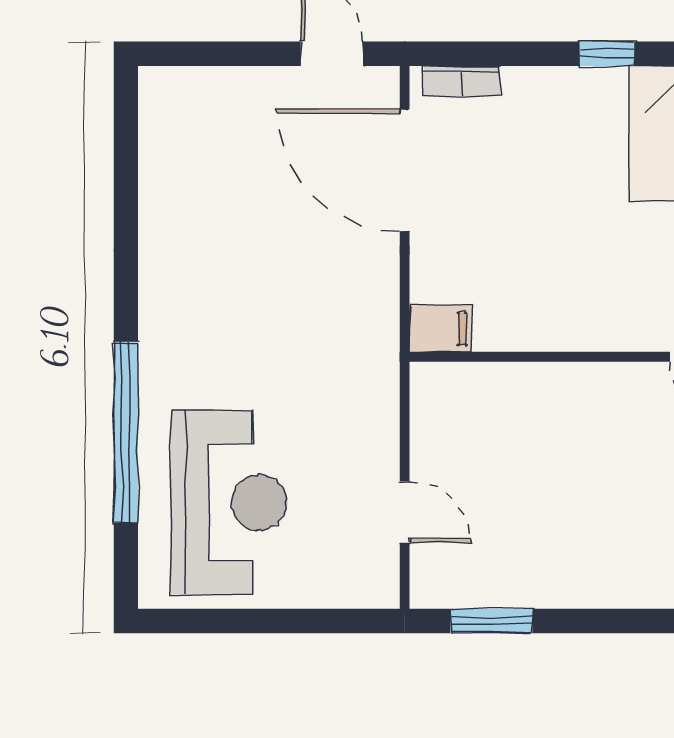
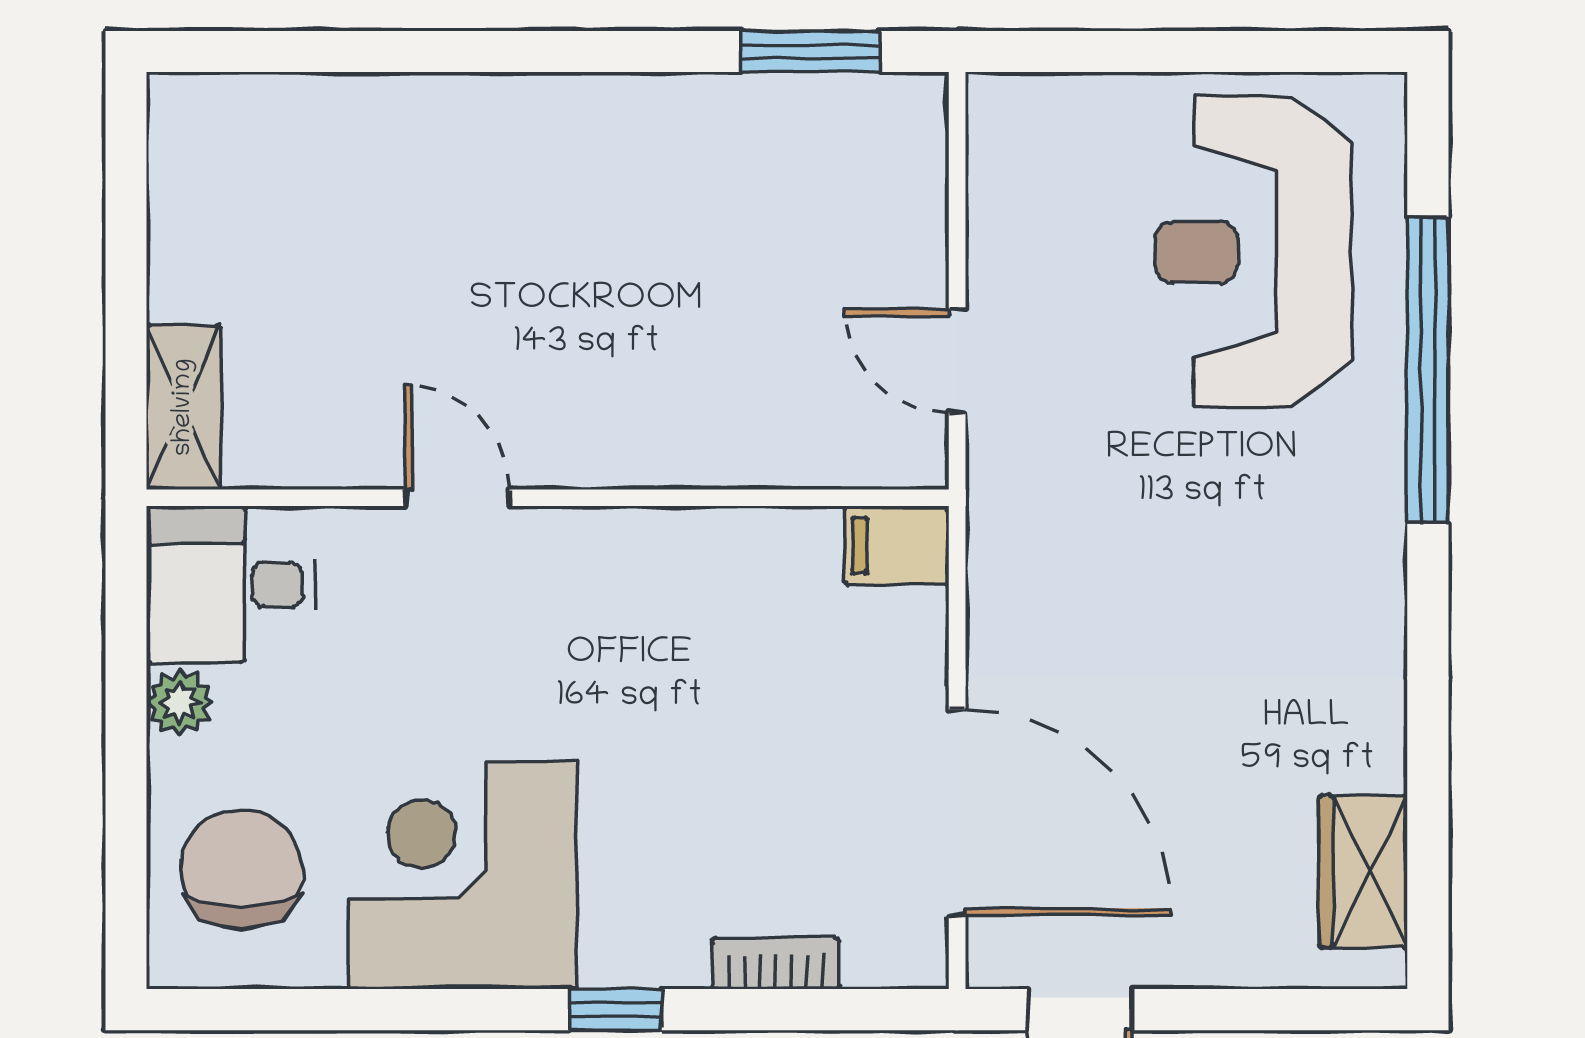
bookcase: (462, 81) -> (775, 963), moved
wardrobe: (164, 136) -> (1363, 871), added
door: (405, 512) -> (957, 361), moved

